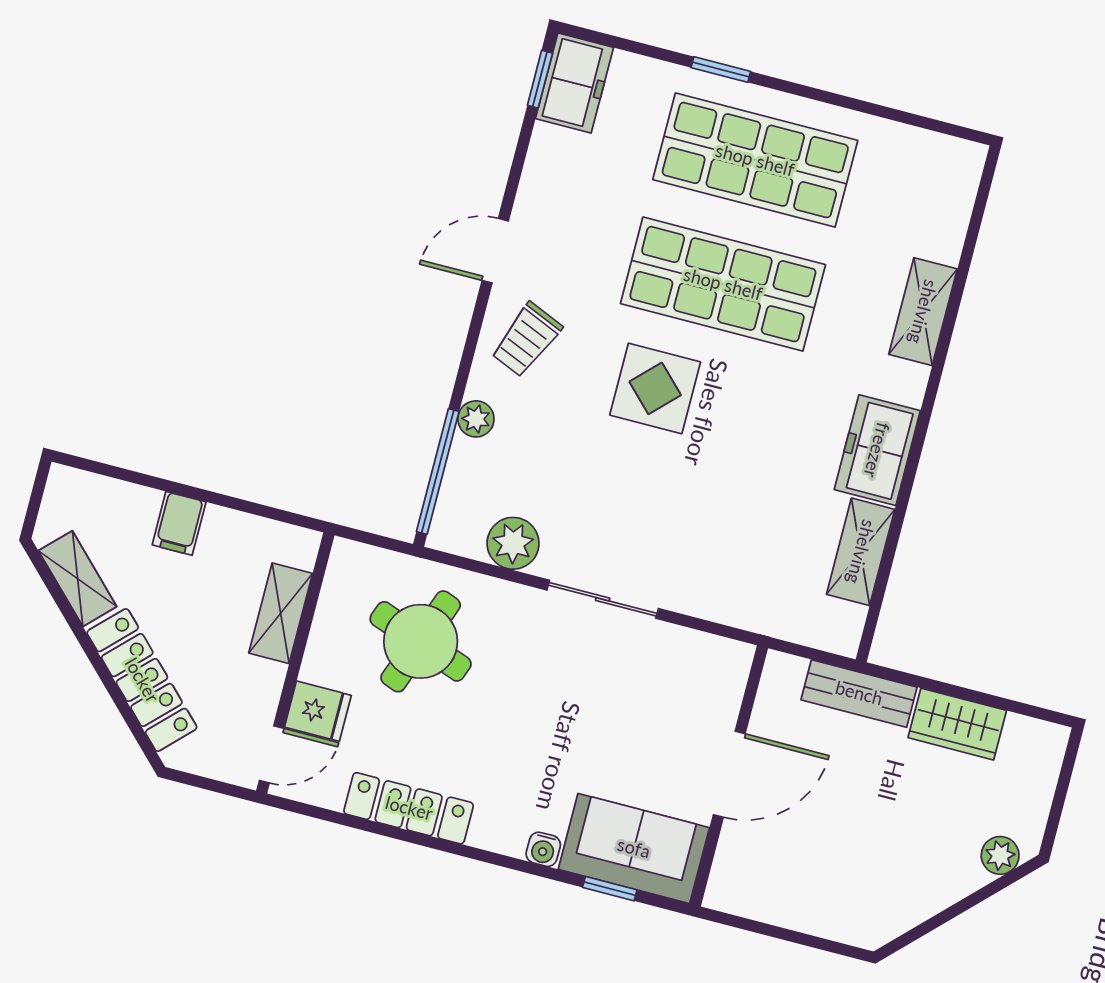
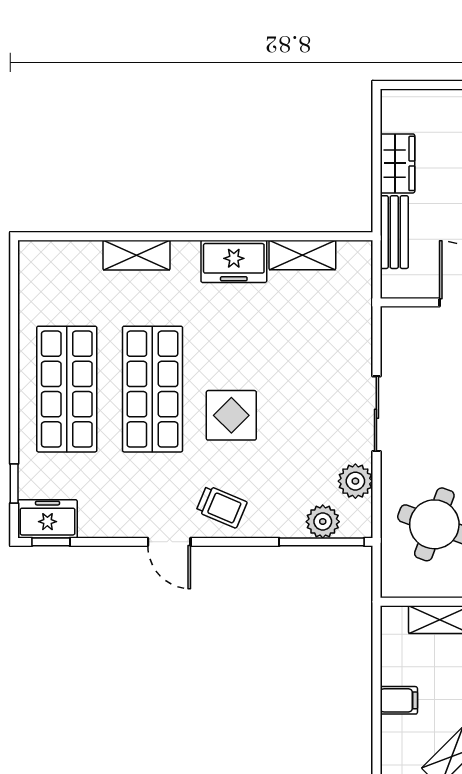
window: (721, 70) -> (14, 483), moved
plant: (476, 419) -> (323, 522), moved, width x1.38, depth x1.38

